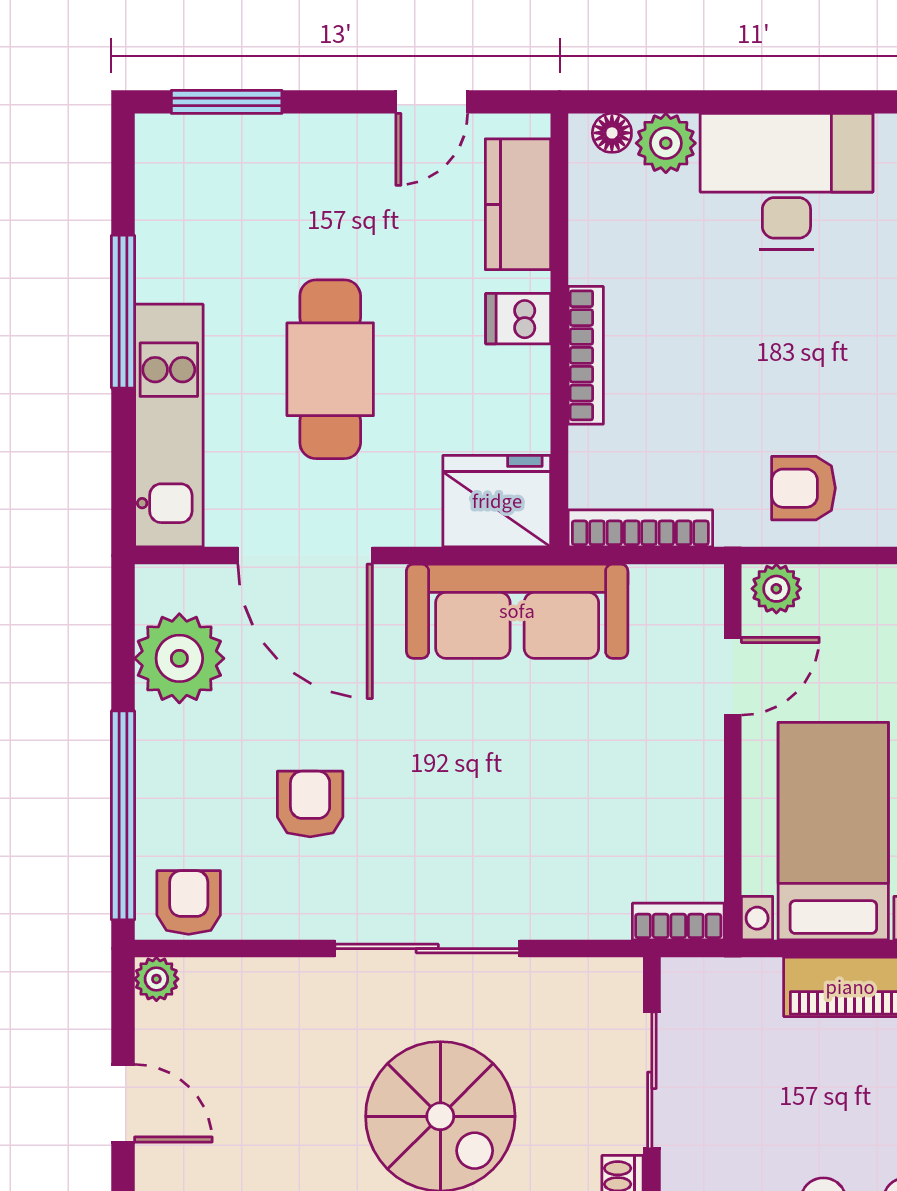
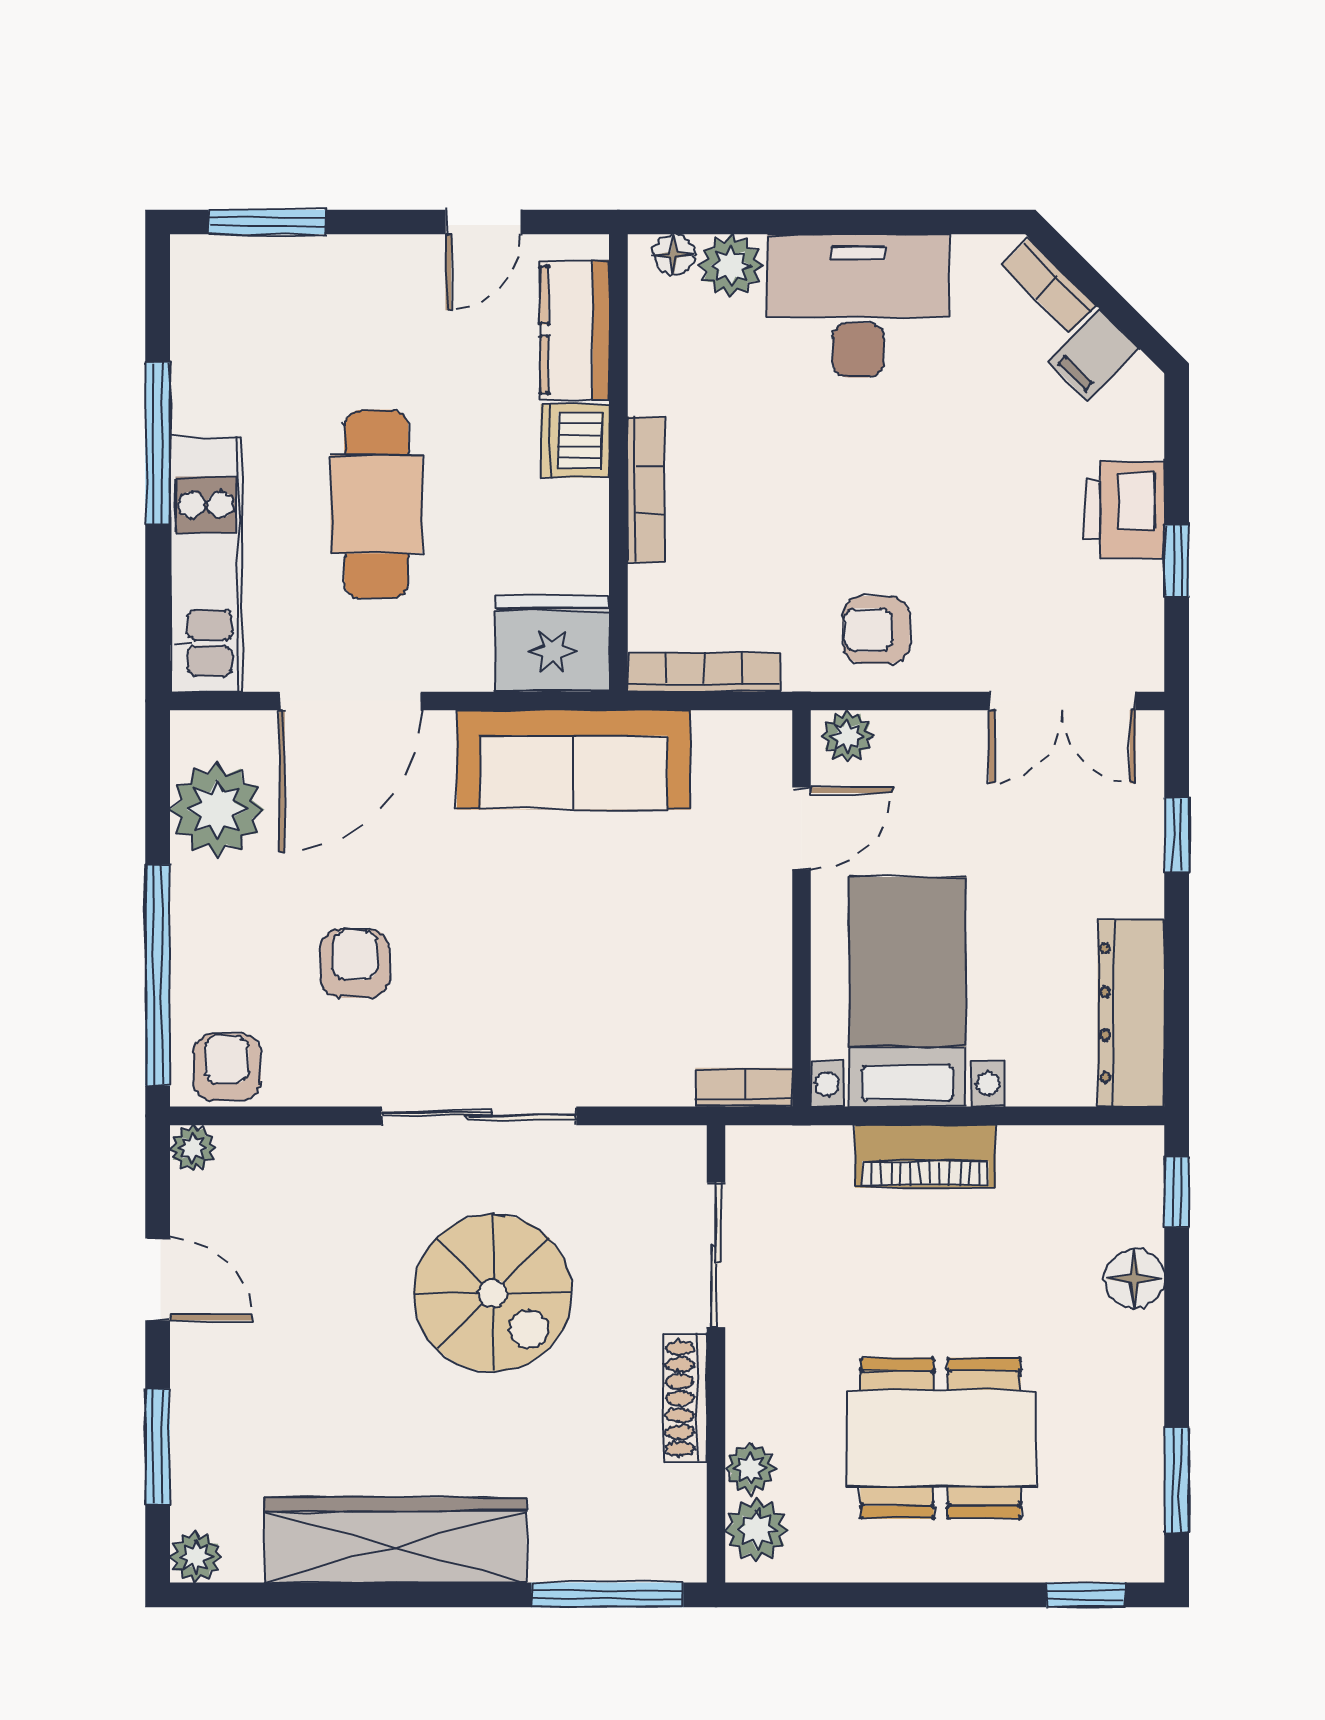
dishwasher: (518, 319) -> (575, 441), width x1.38
door: (305, 556) -> (350, 701), hinge flipped

